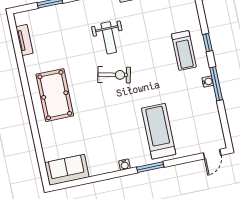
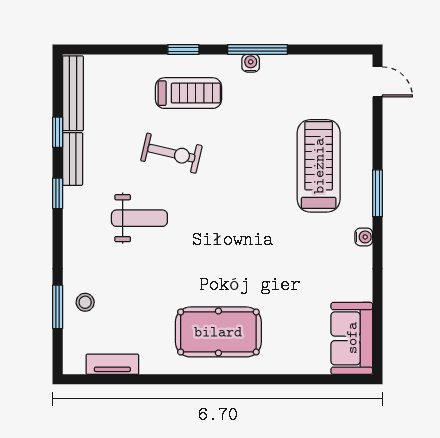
stool: (56, 18) -> (85, 302), added
exercise bike: (114, 75) -> (171, 153), moved, turned 90
treadmill: (159, 131) -> (319, 166), turned 90

